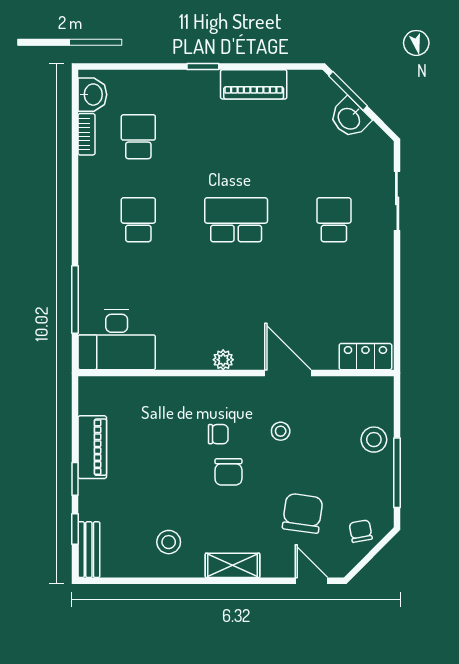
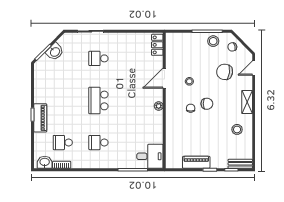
piano: (254, 84) -> (40, 118), moved
desk: (117, 340) -> (150, 156), width x0.73
stool: (374, 440) -> (213, 41), moved

